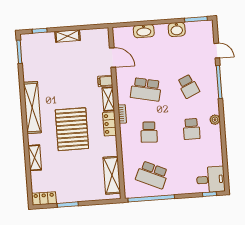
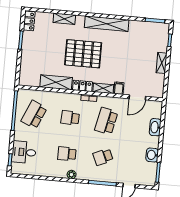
shelving: (112, 175) -> (56, 82), moved
desk: (211, 180) -> (24, 152), moved, turned 90

